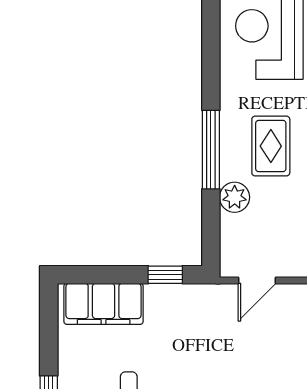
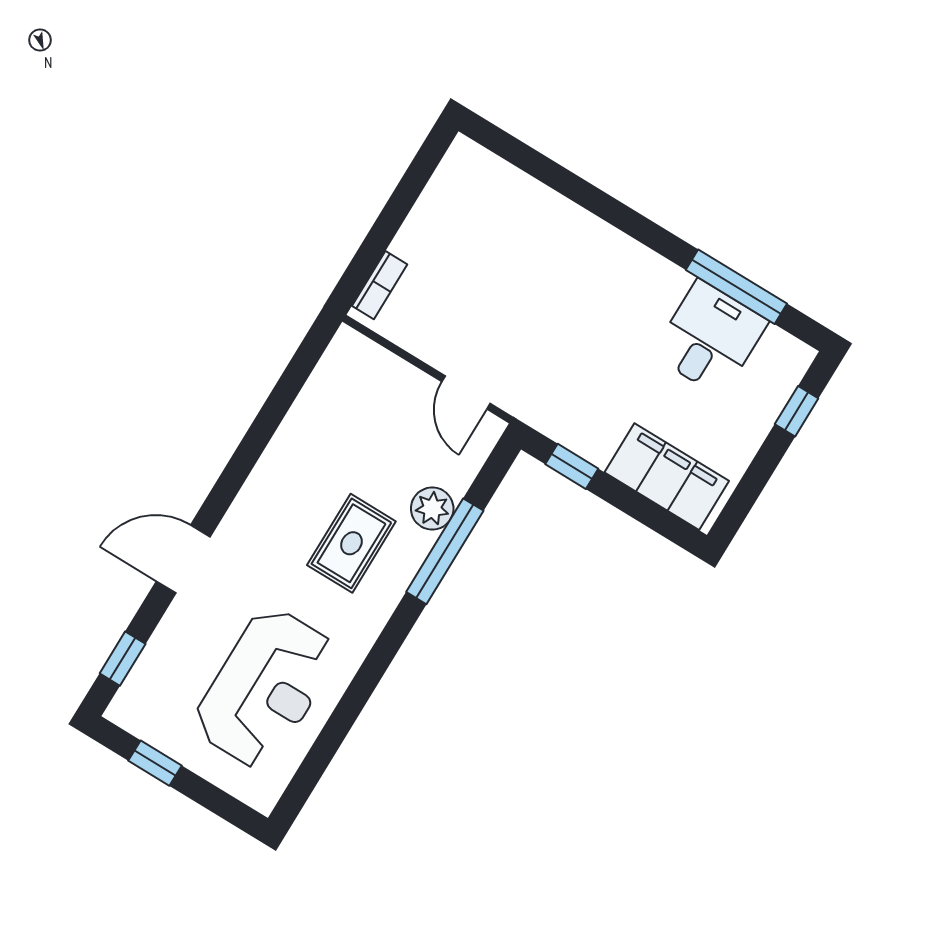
window: (211, 150) -> (445, 551), moved
door: (257, 280) -> (466, 393), swing flipped

